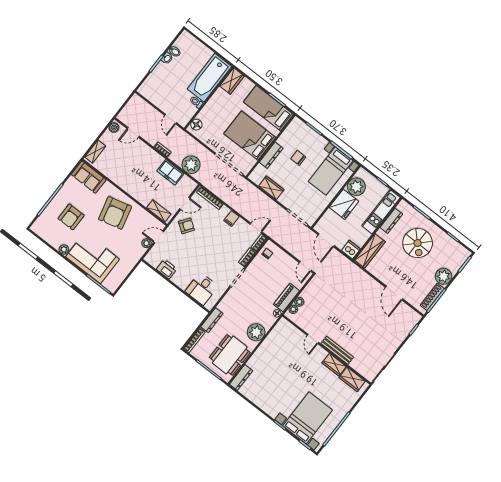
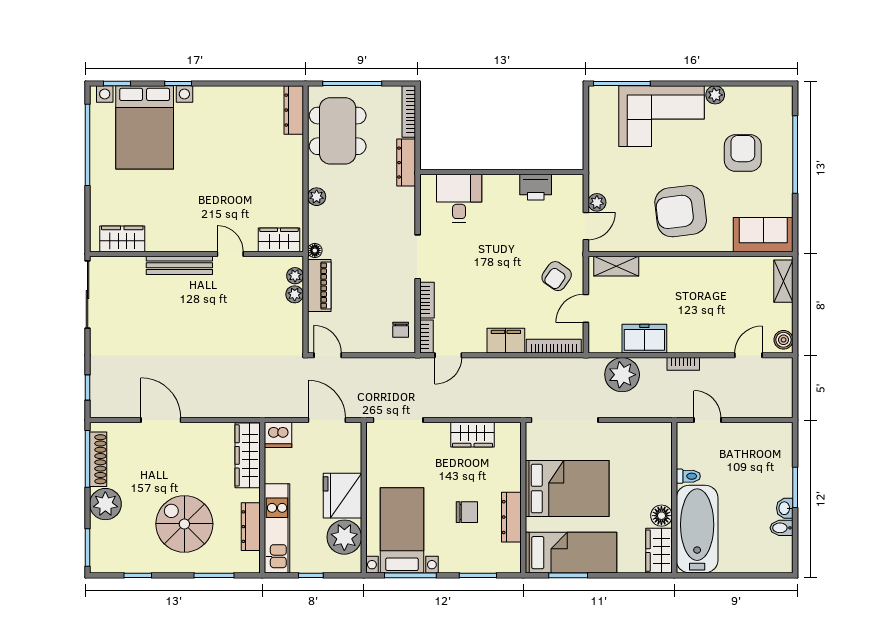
floor lamp: (196, 125) -> (661, 516), moved
dresser: (271, 155) -> (511, 517), moved
armchair: (115, 213) -> (681, 211), turned -83
filing cabinet: (232, 219) -> (506, 341), width x2.00
plant: (256, 332) -> (317, 197), width x0.53, depth x0.53
wardrobe: (334, 365) -> (279, 240), moved

